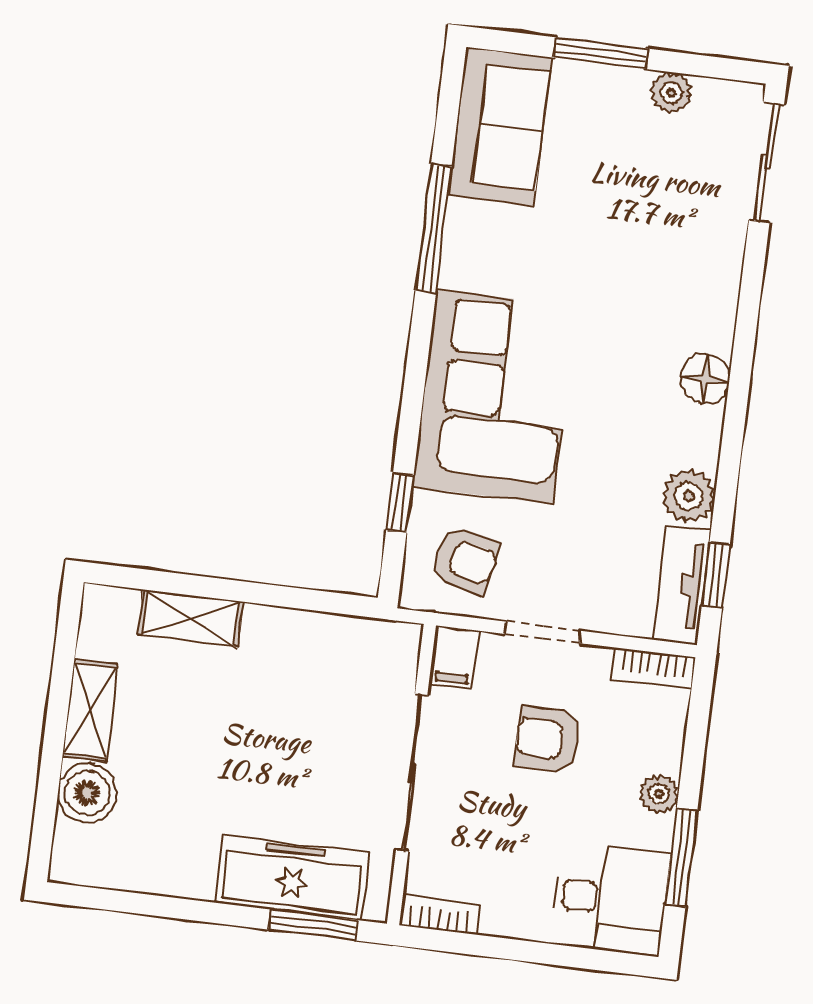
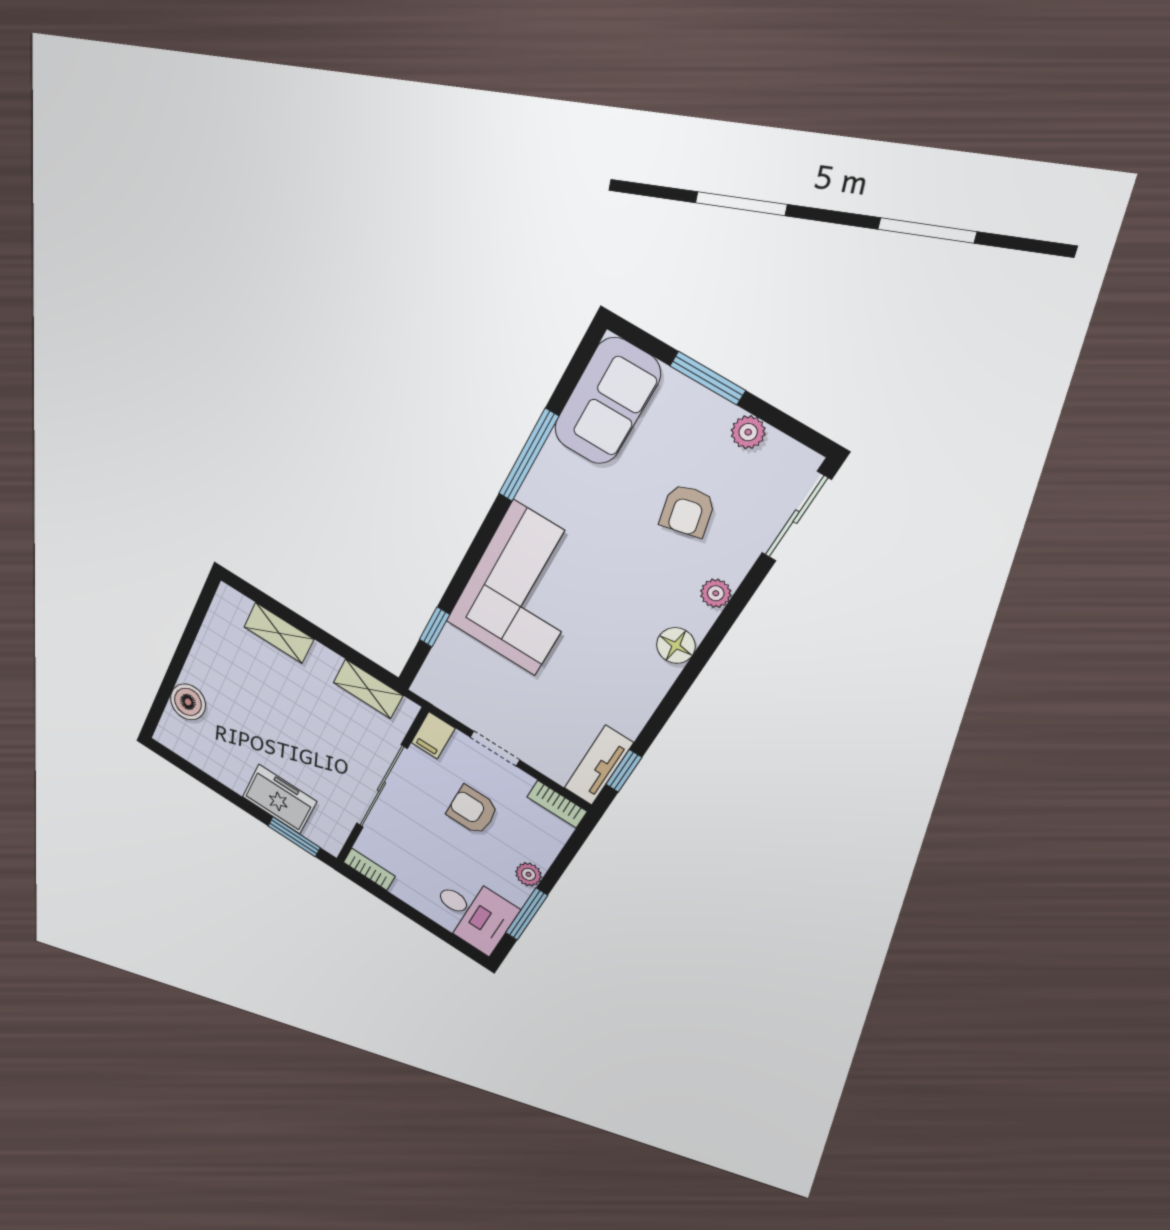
plant: (689, 496) -> (716, 593), moved, width x0.73, depth x0.73
armchair: (465, 560) -> (687, 511), moved, turned 65
shelving: (90, 710) -> (368, 689), moved, turned 90
freezer: (293, 878) -> (279, 799), width x0.71

